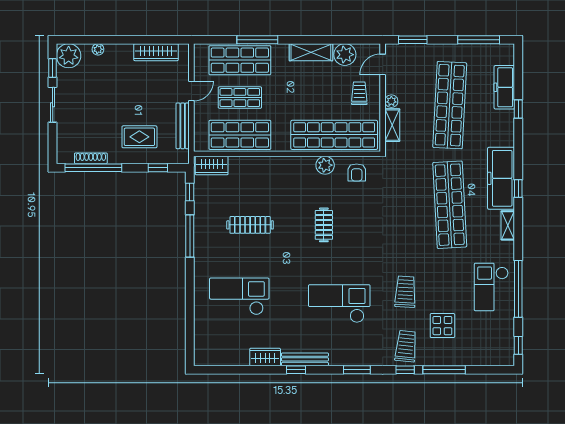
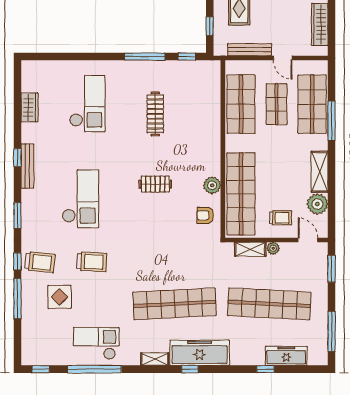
wardrobe: (212, 166) -> (212, 77), removed
wardrobe: (265, 357) -> (30, 107), moved

